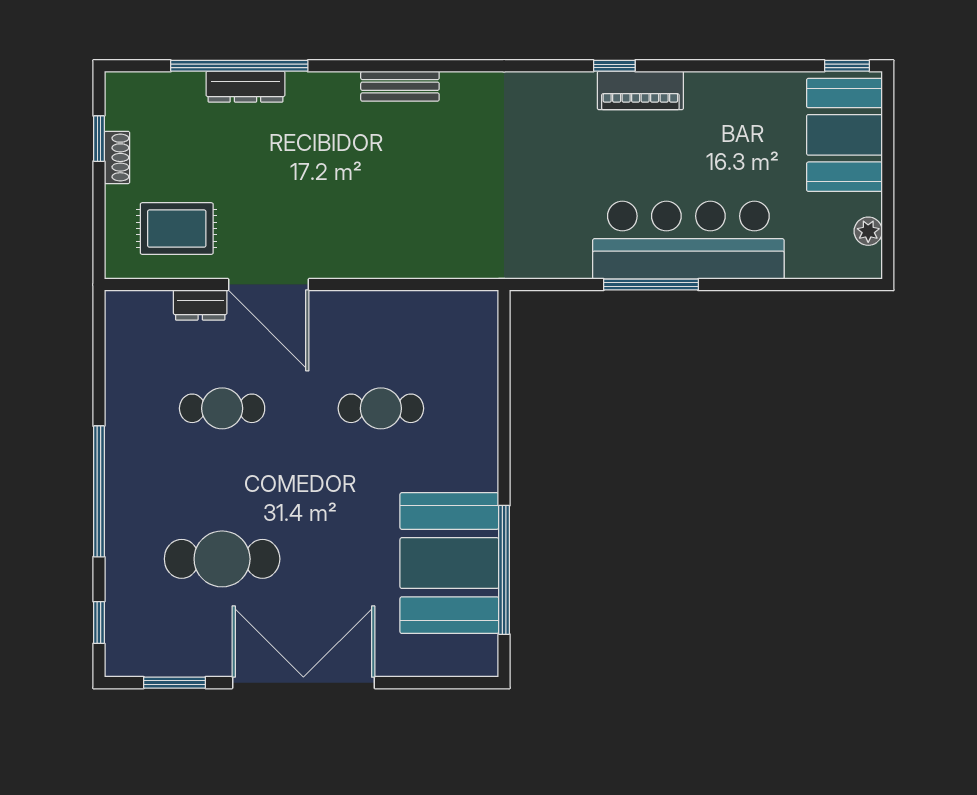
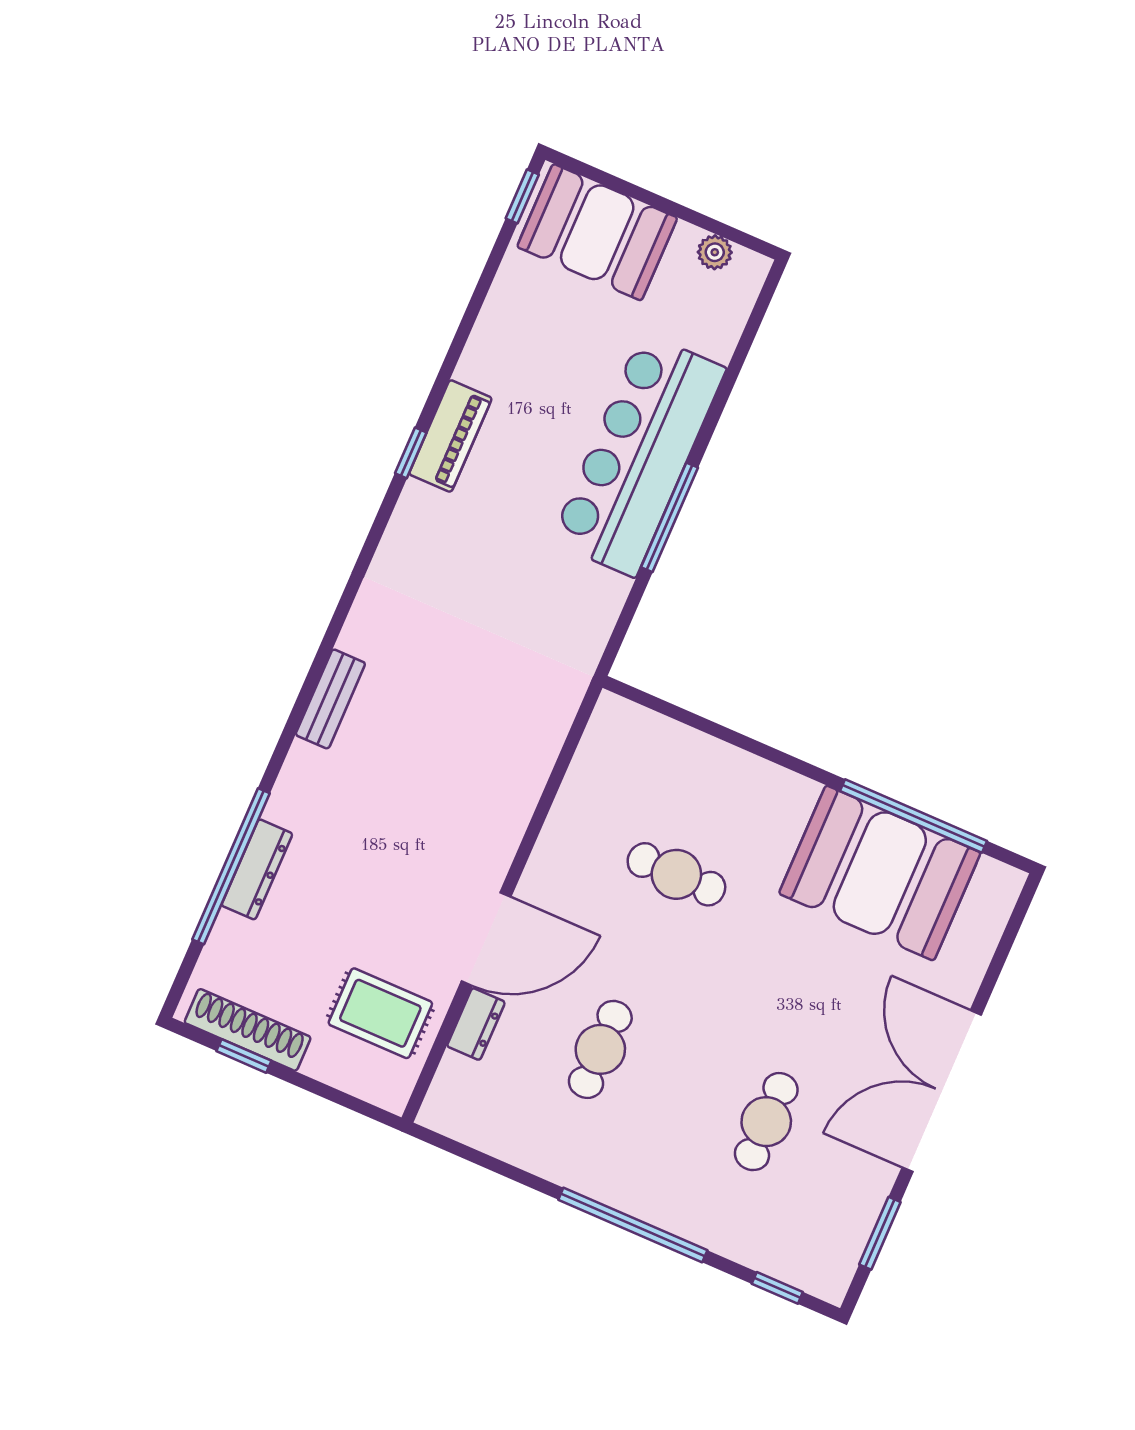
shoe rack: (117, 157) -> (248, 1030), width x1.94, depth x1.24
rug: (177, 229) -> (380, 1013), turned 90
cafe table: (381, 408) -> (676, 874), turned 90
cafe table: (222, 559) -> (766, 1122), width x0.73, depth x0.74

